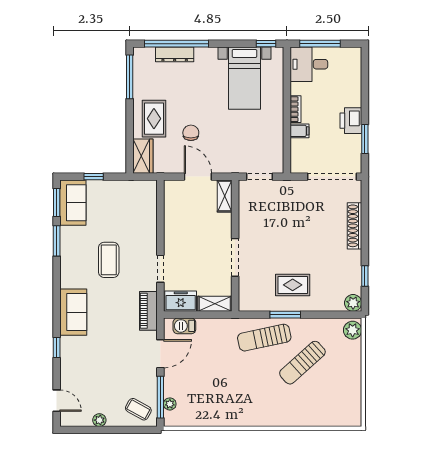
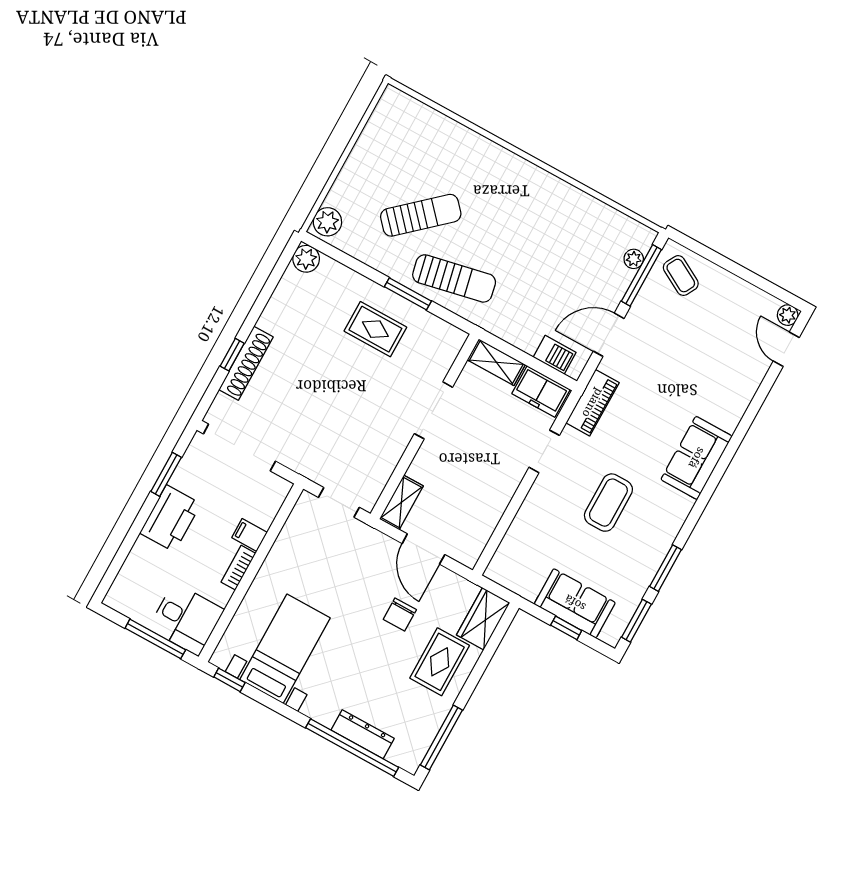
printer: (351, 121) -> (170, 518), width x1.37, depth x1.19
sofa: (73, 203) -> (575, 603), moved, turned 90
window: (365, 276) -> (232, 355), moved
window: (57, 348) -> (746, 422), removed
plant: (99, 420) -> (788, 315), moved

